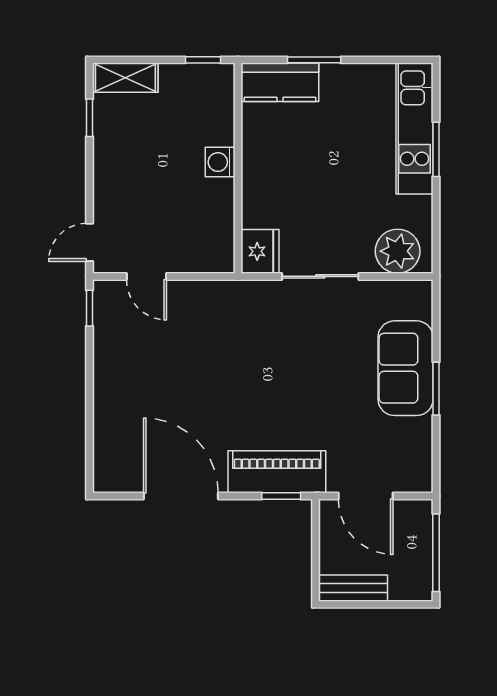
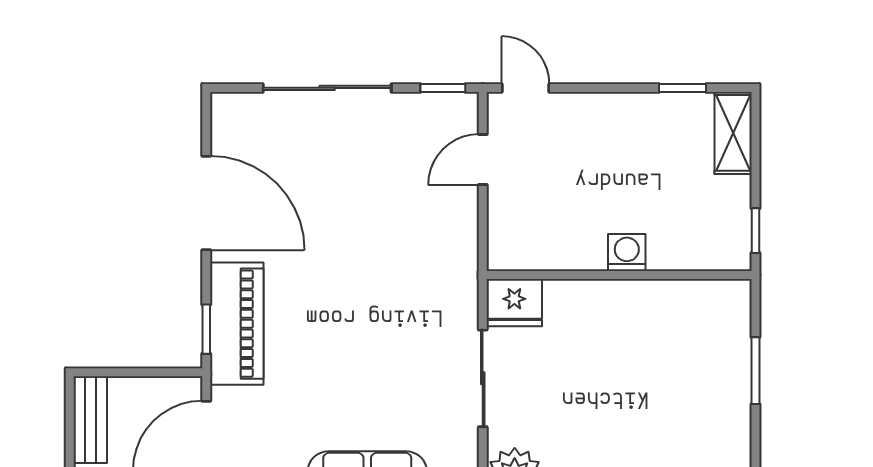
kitchen counter: (280, 82) -> (727, 328), removed
sliding door: (90, 400) -> (327, 88), added
door: (181, 496) -> (206, 203), hinge flipped

